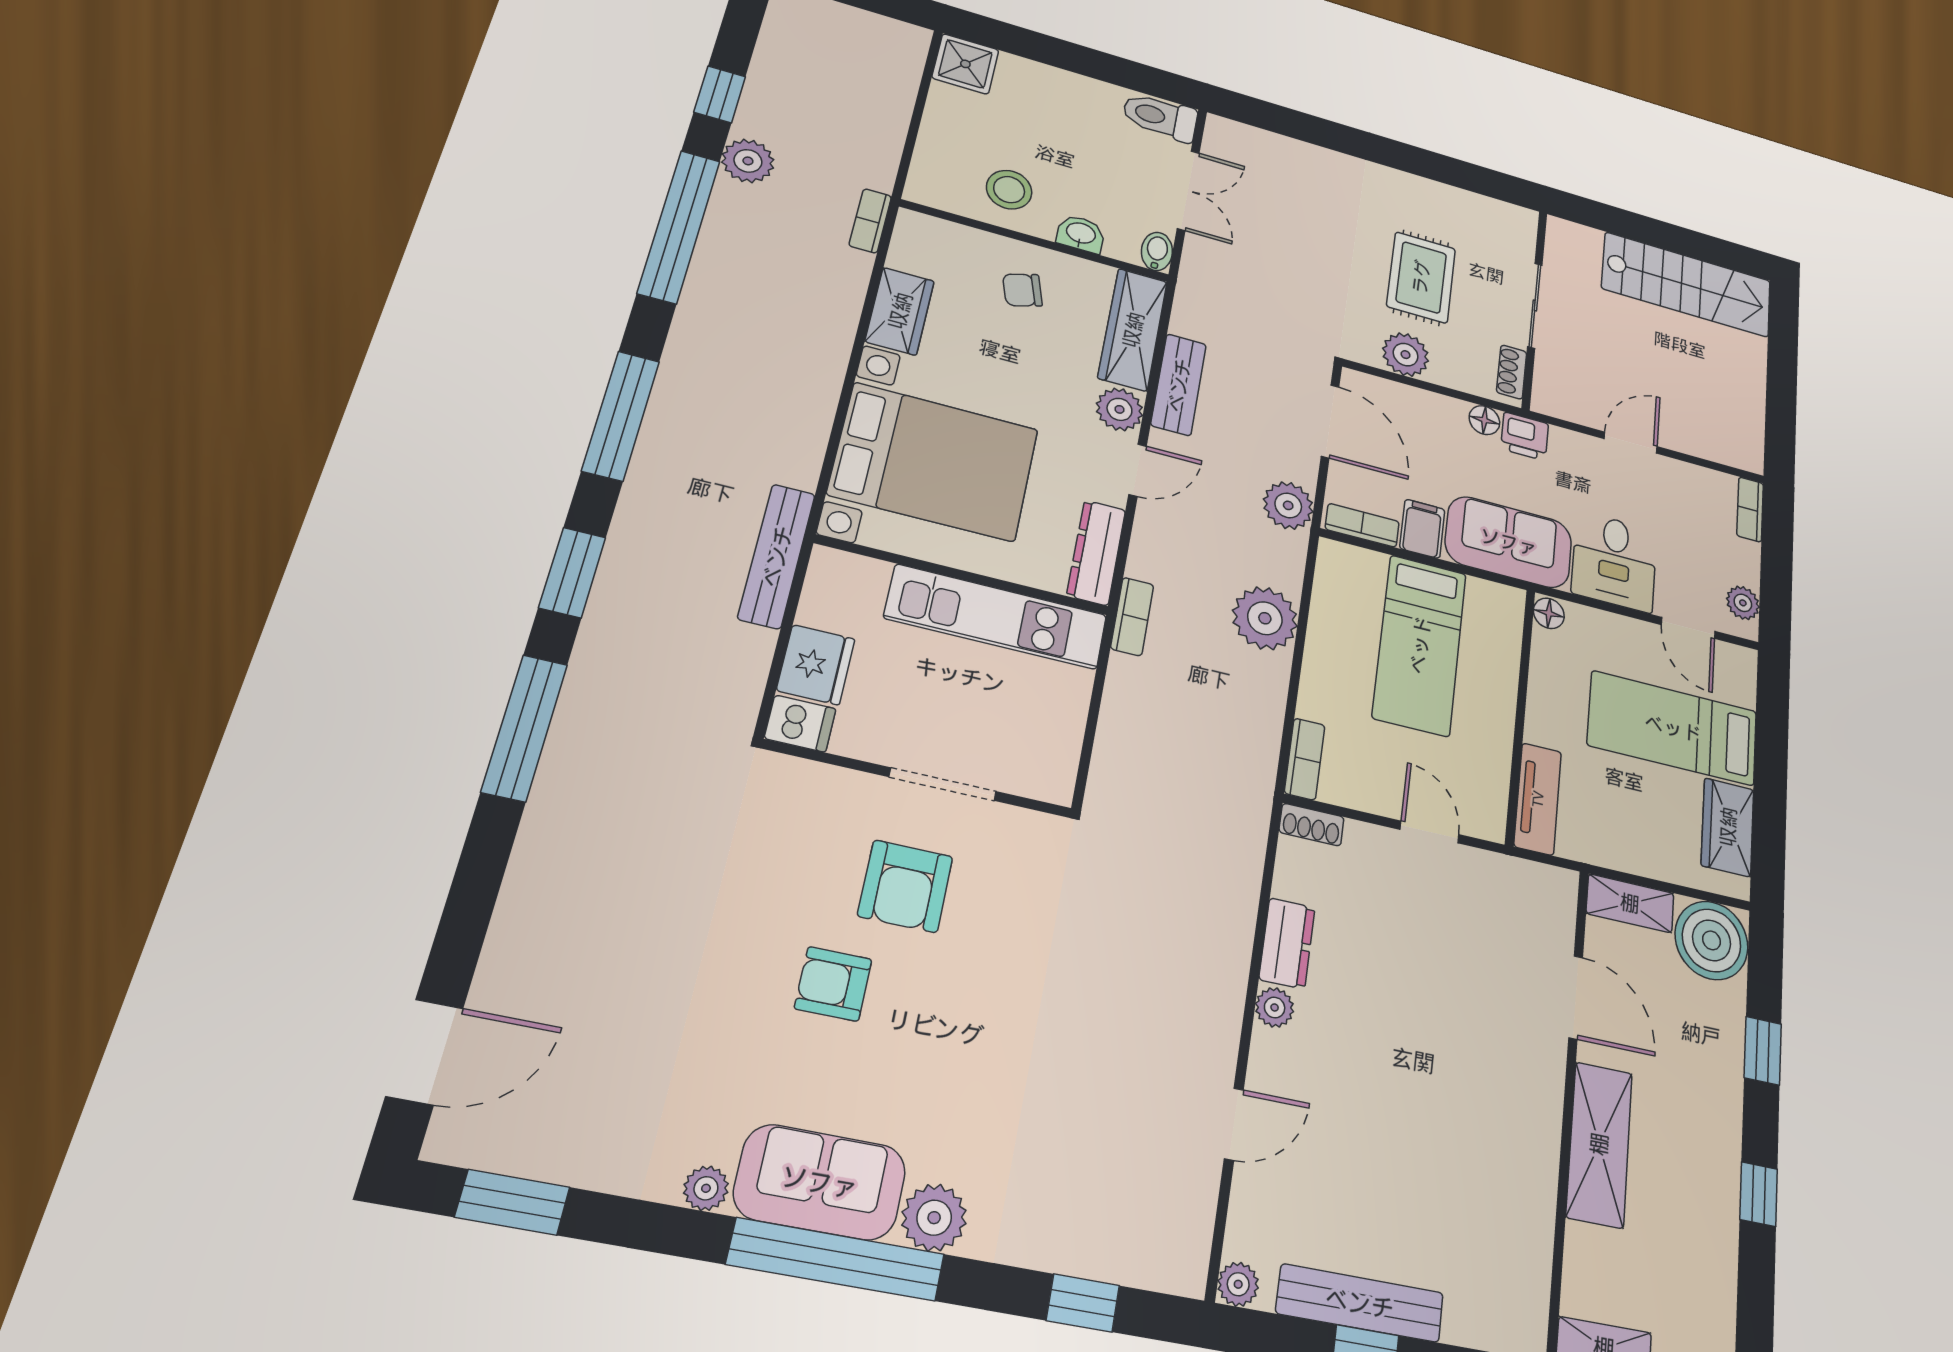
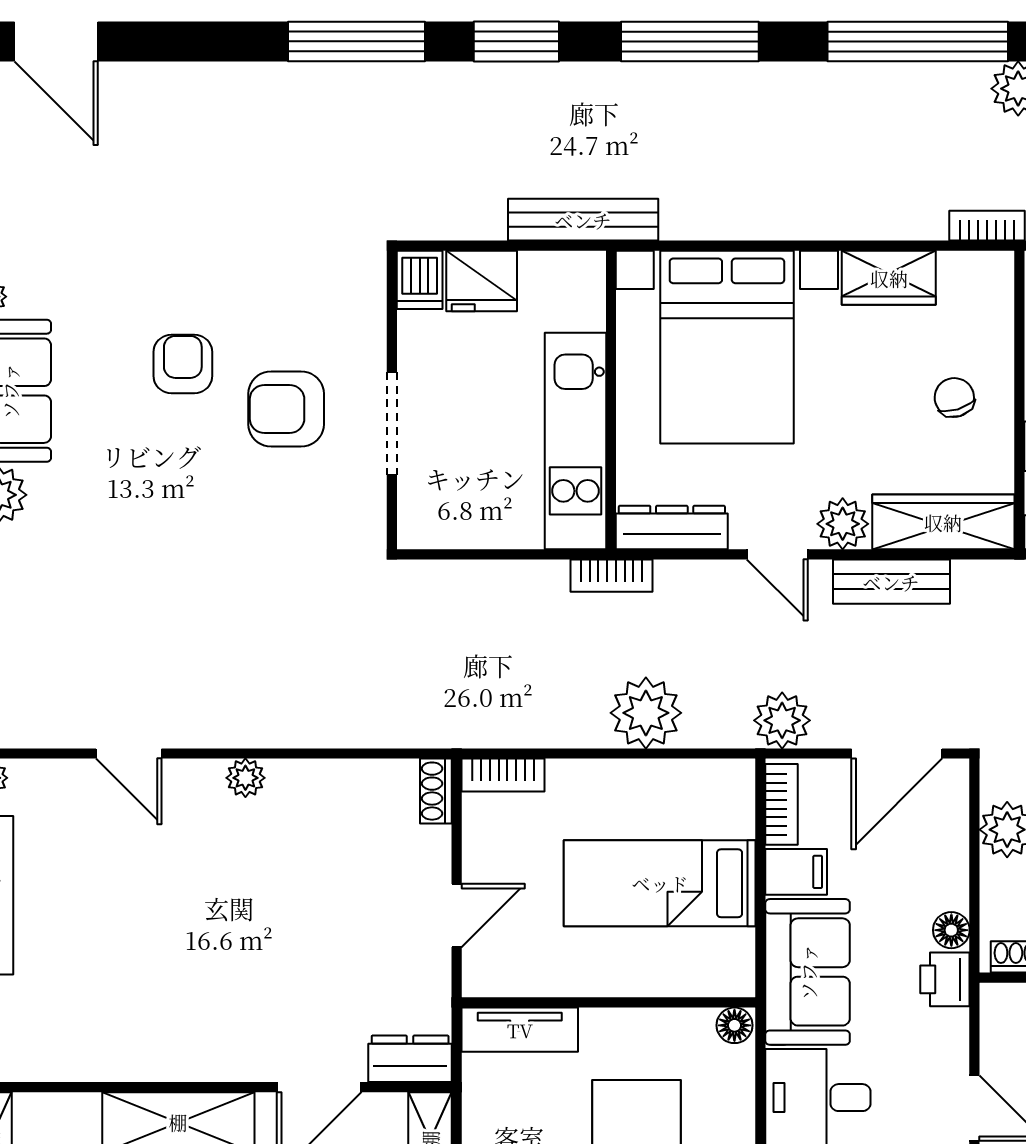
dresser: (1287, 943) -> (410, 1059), moved, turned 180

